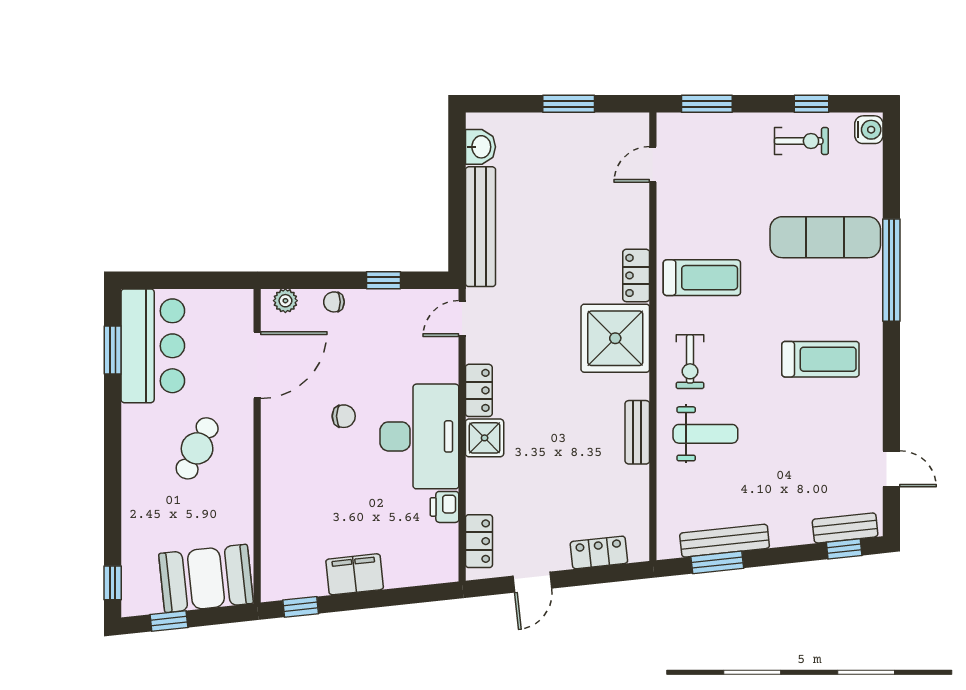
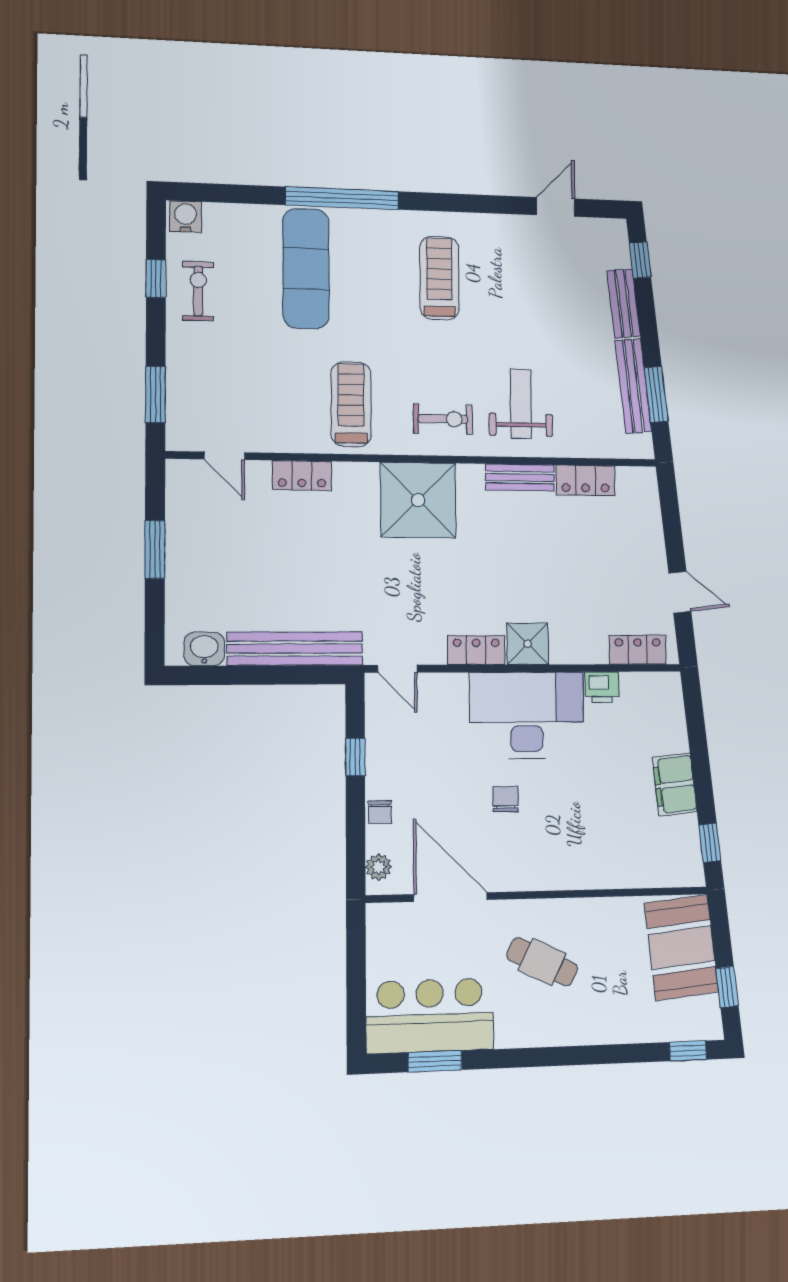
locker: (636, 275) -> (302, 476), moved
bench: (845, 528) -> (624, 304), moved
locker: (599, 552) -> (585, 480), moved, turned -84

